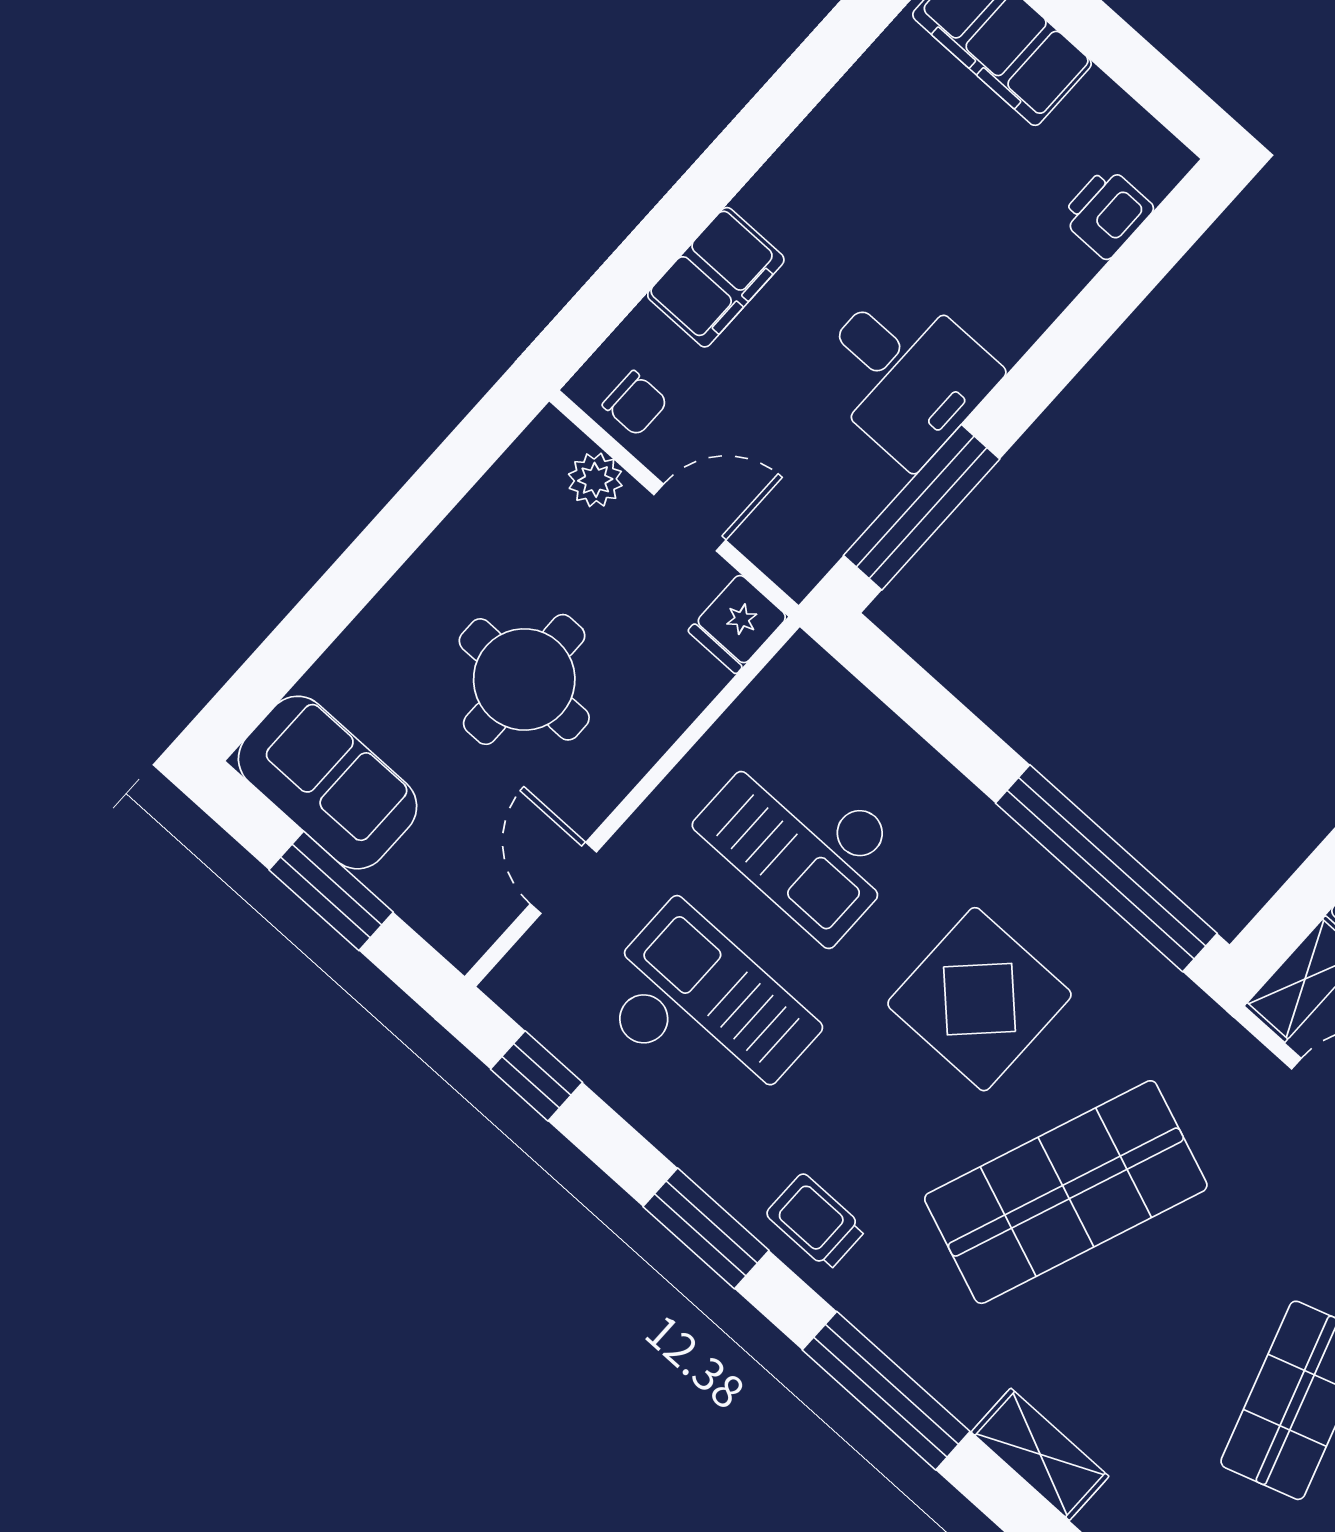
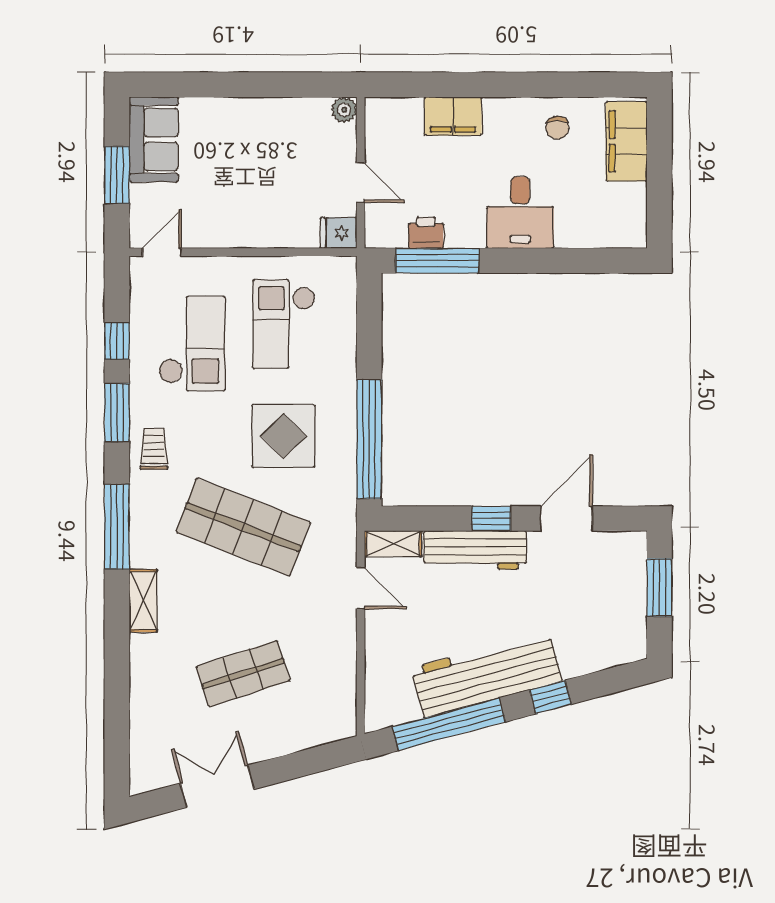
printer: (1107, 213) -> (426, 233), moved
desk: (905, 373) -> (520, 213), moved
chair: (635, 403) -> (557, 128), moved
plant: (595, 480) -> (344, 110), moved
round table: (524, 679) -> (252, 176), removed
door: (563, 878) -> (162, 252), moved
window: (537, 1076) -> (117, 341), moved

